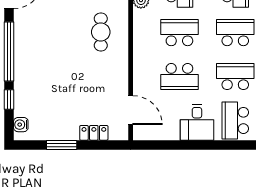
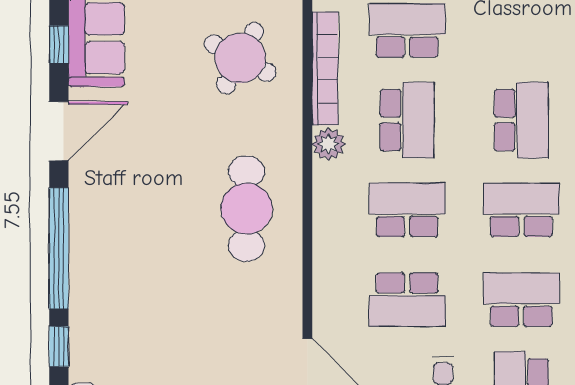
cafe table: (101, 32) -> (246, 209), width x1.37, depth x1.35

